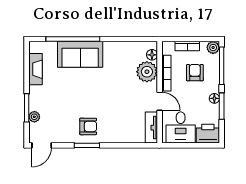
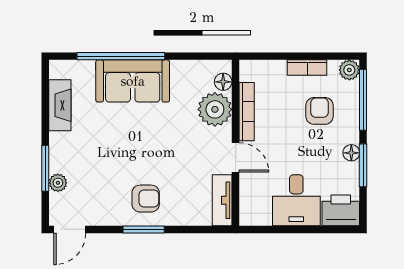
floor lamp: (152, 55) -> (223, 82), moved
plant: (147, 72) -> (215, 109), moved
bookcase: (166, 73) -> (247, 112), moved
wall: (160, 92) -> (236, 143), moved
door: (160, 101) -> (236, 157), moved
tv unit: (151, 128) -> (222, 200), moved

